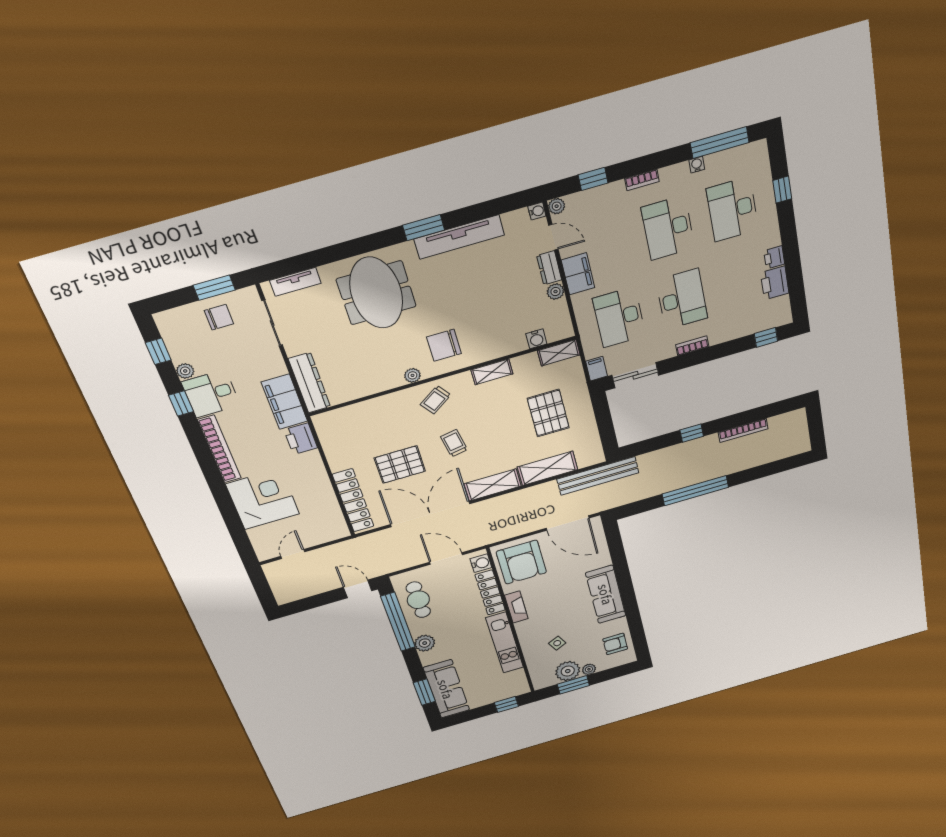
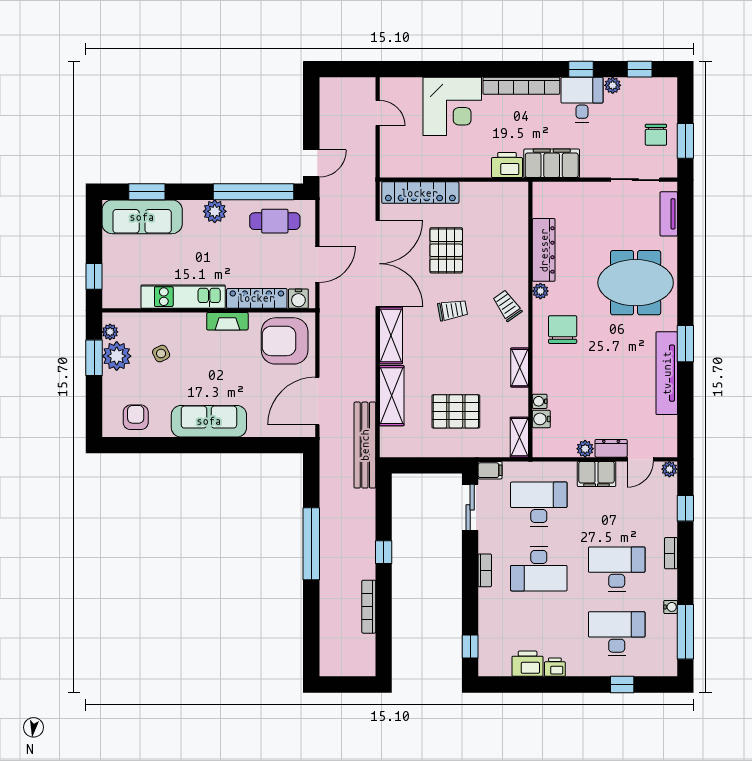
water cooler: (537, 211) -> (540, 401), moved, turned 90
dresser: (309, 383) -> (544, 250), moved, turned -90
plant: (589, 669) -> (110, 332), moved

